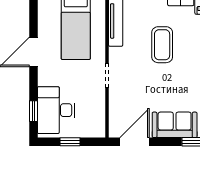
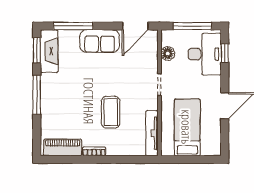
floor lamp: (98, 111) -> (168, 53), added
window: (70, 142) -> (192, 26), width x2.17

